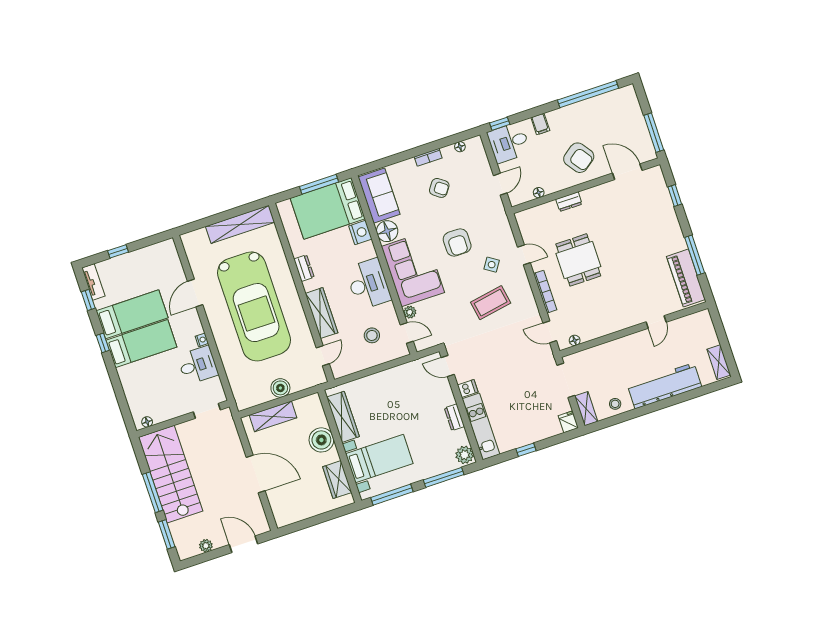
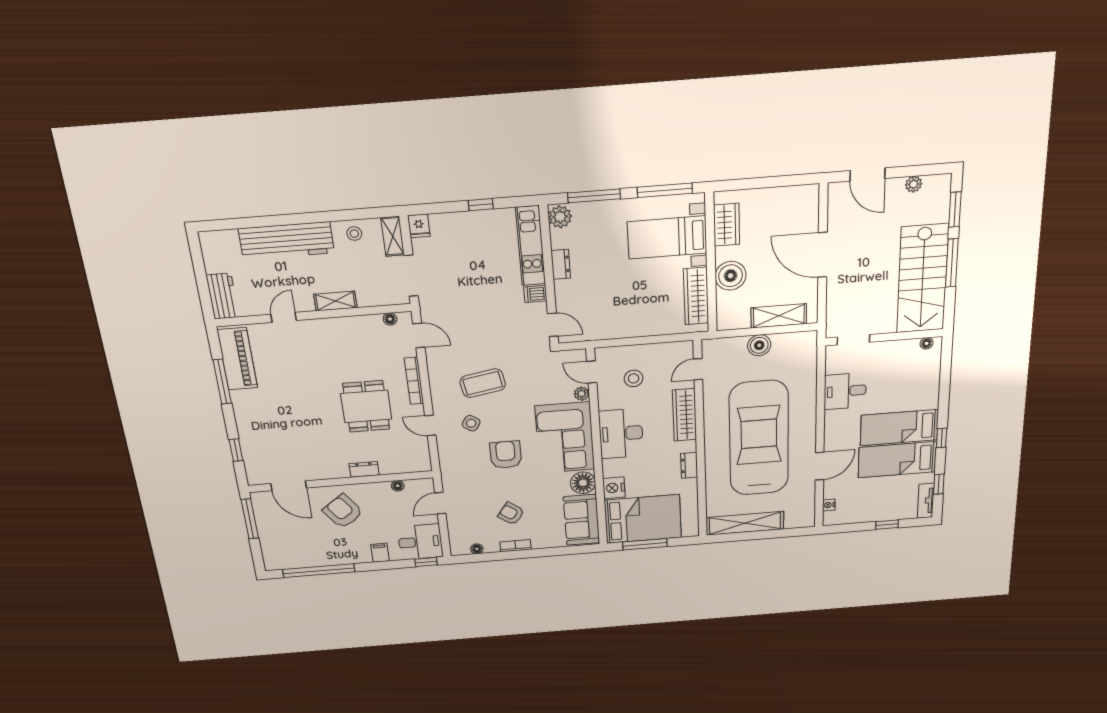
workbench: (705, 329) -> (223, 296), added
nightstand: (202, 340) -> (829, 505), moved
shelving: (719, 362) -> (335, 301), moved, turned 90

